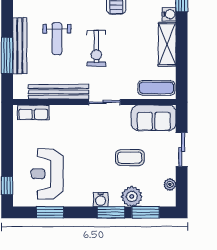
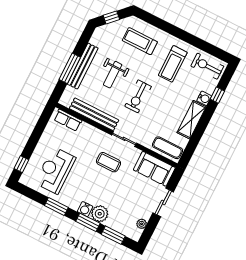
coffee table: (130, 158) -> (108, 162), moved
plant: (132, 196) -> (100, 214), moved
window: (50, 212) -> (56, 207), moved

